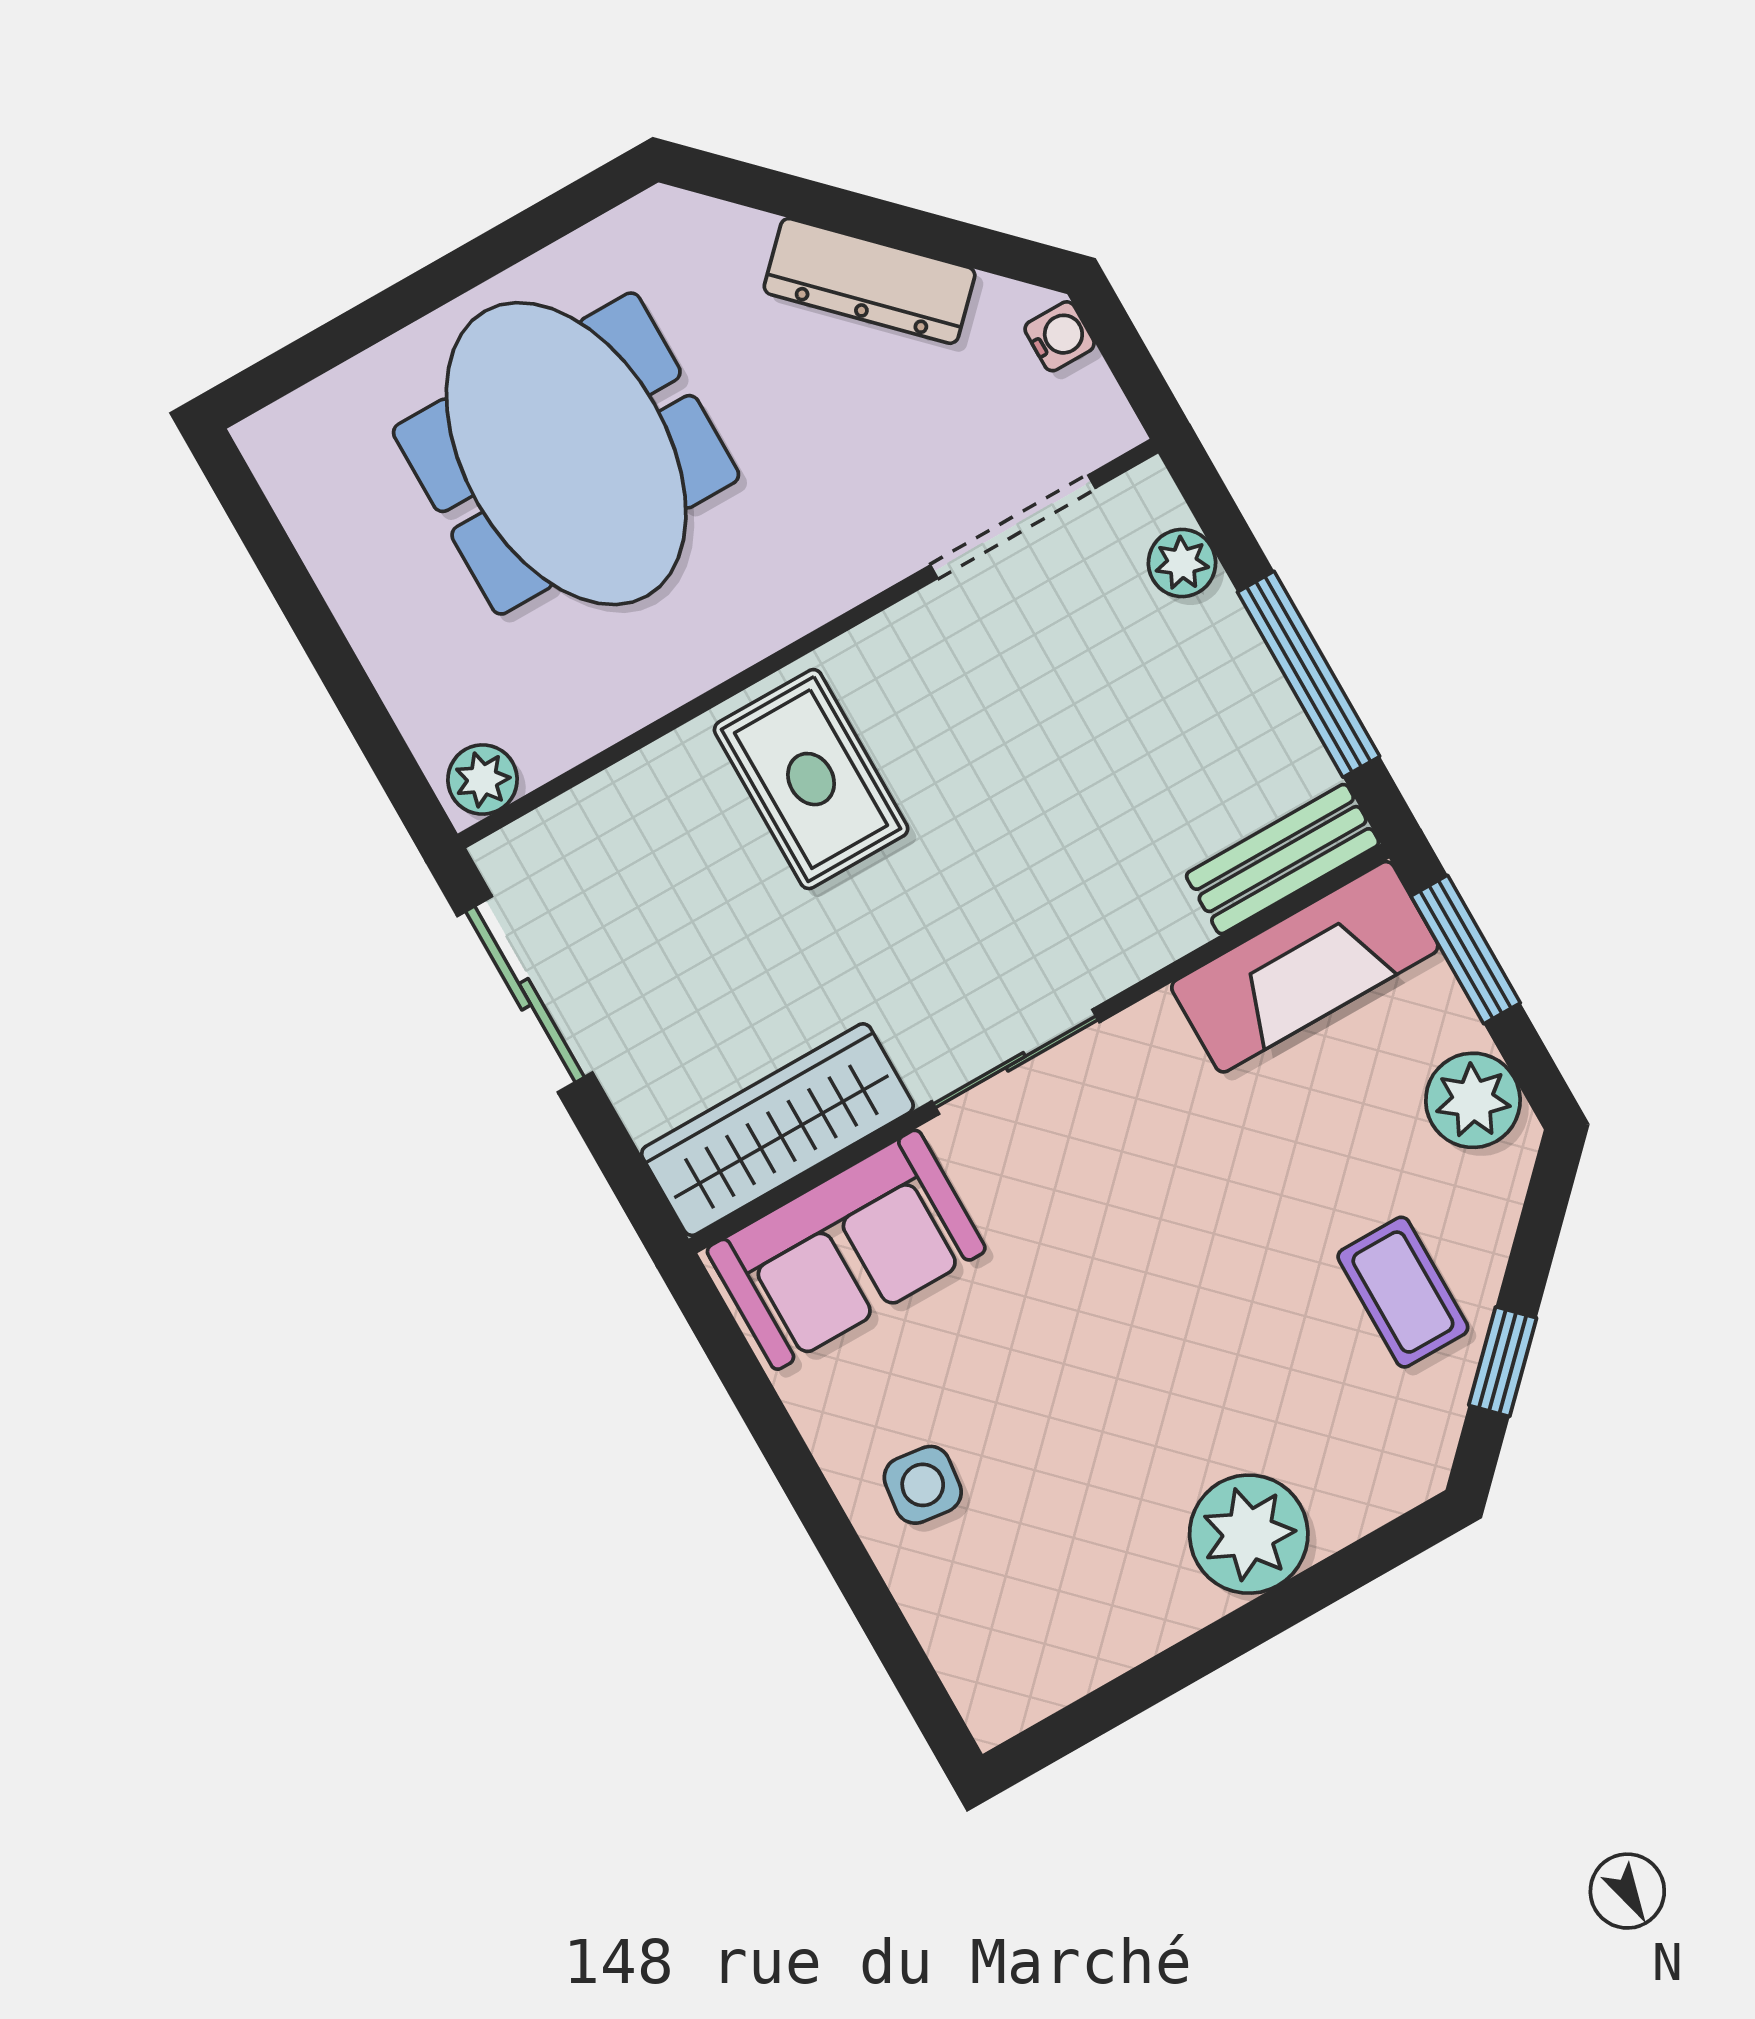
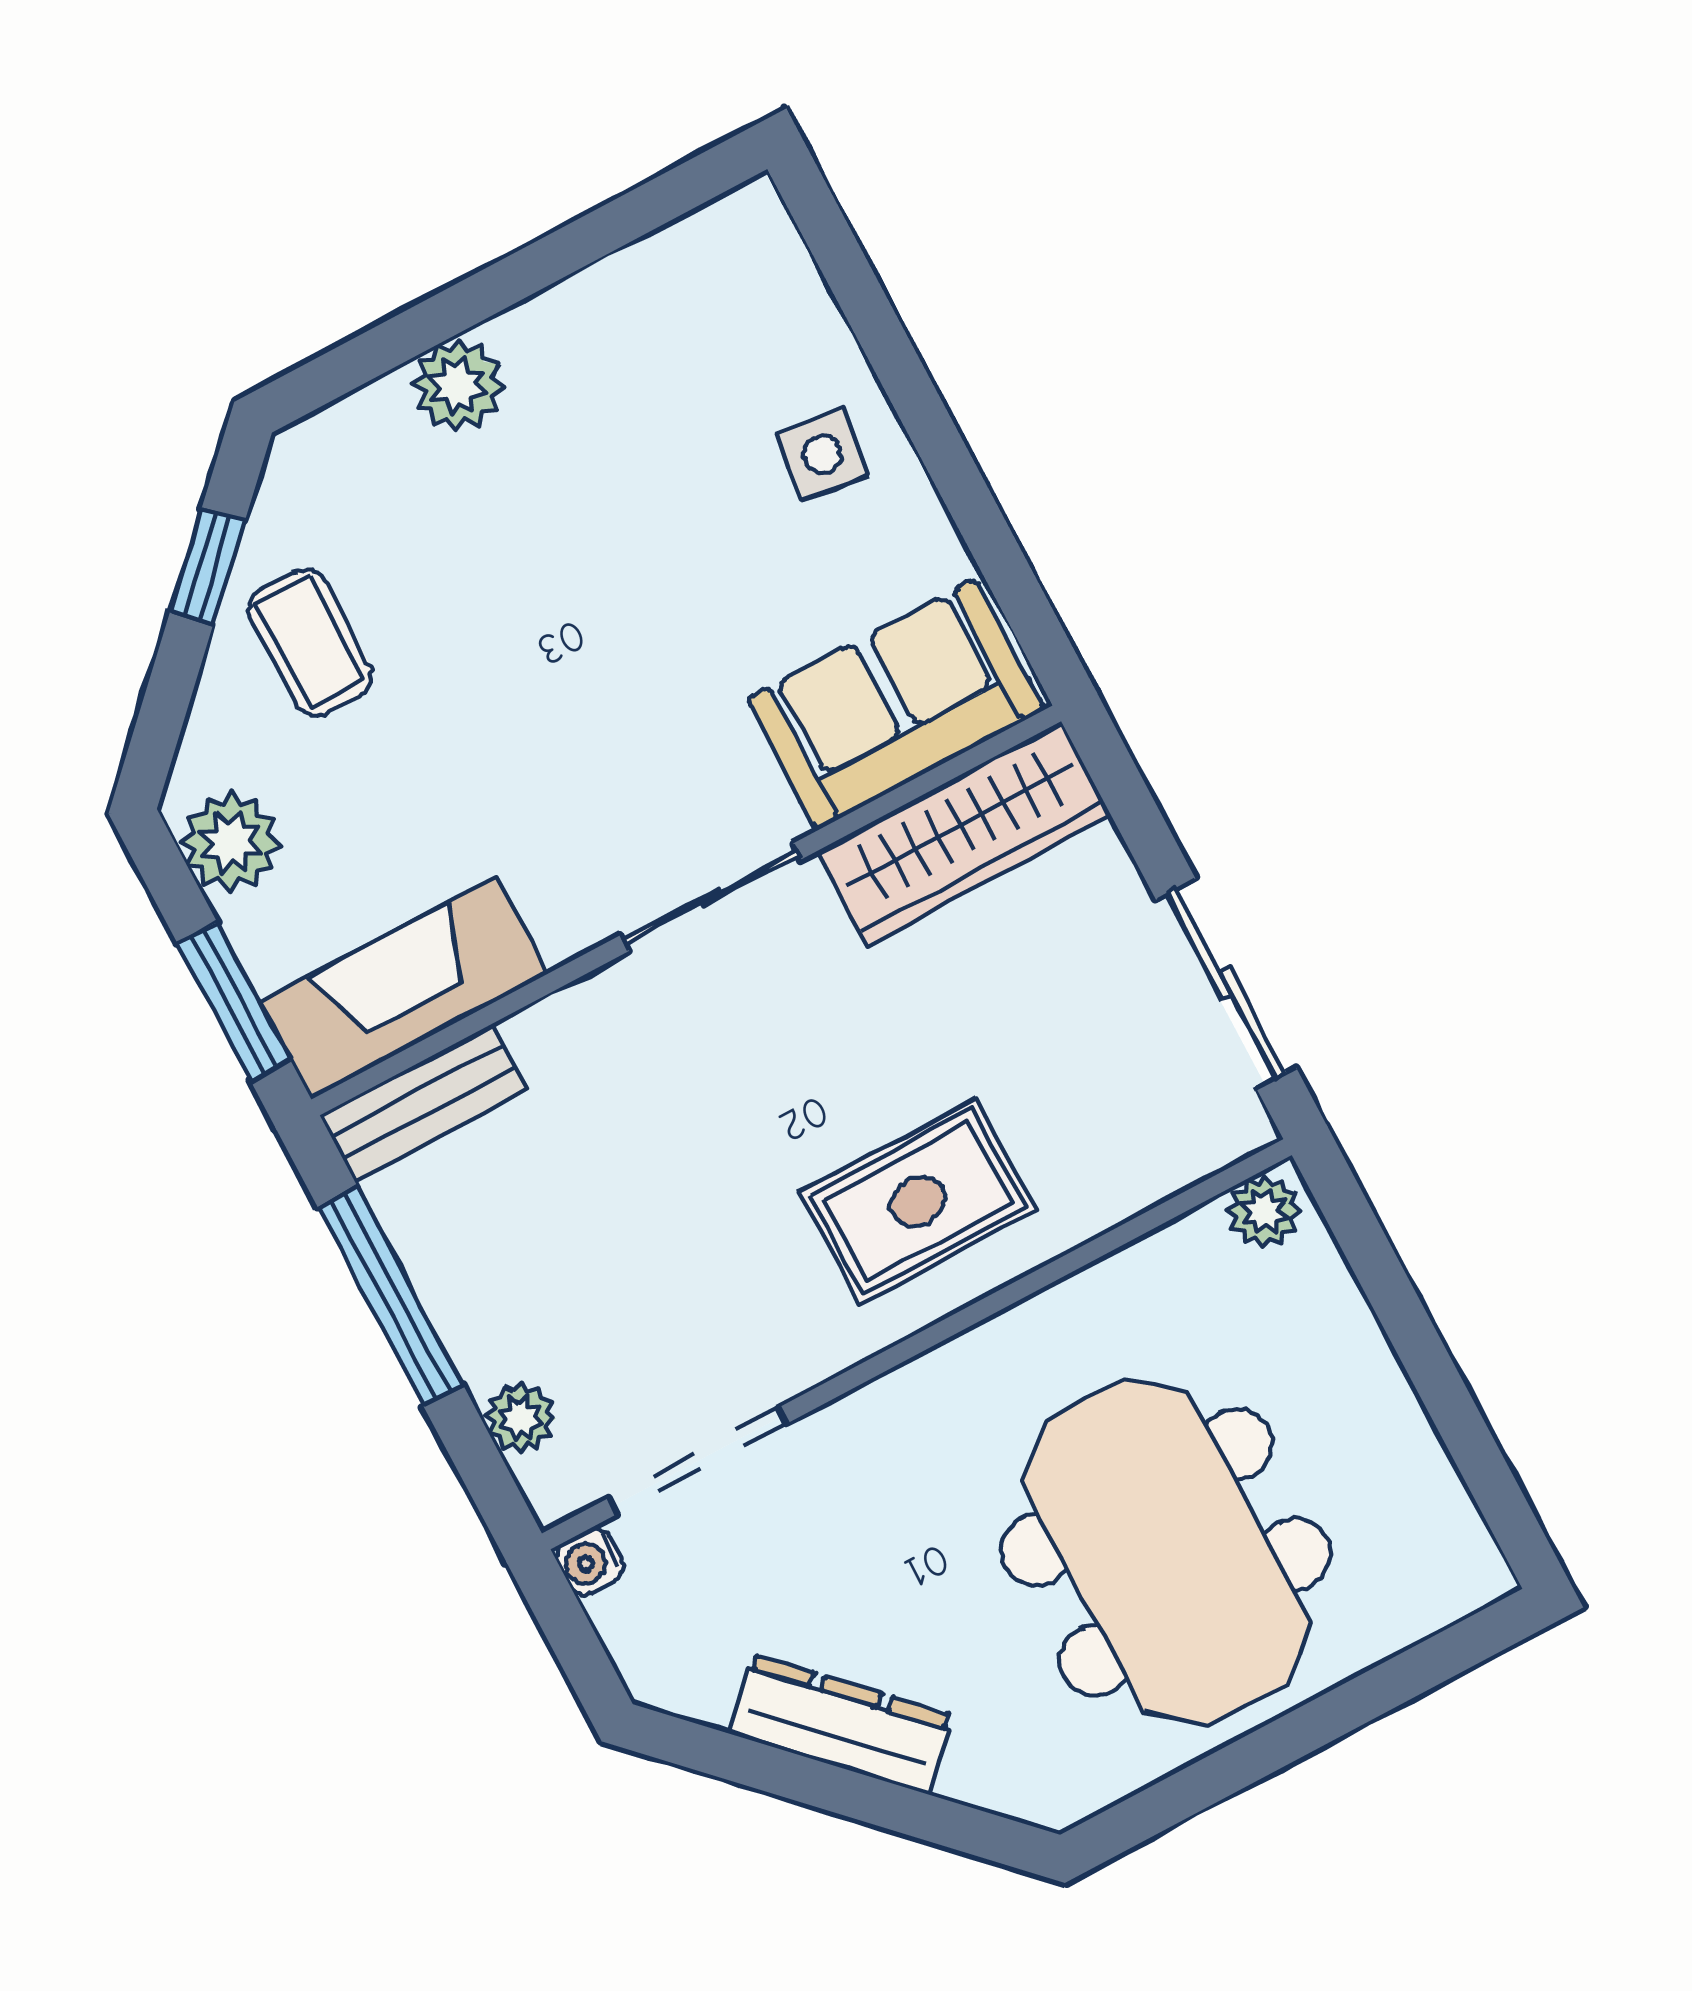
water cooler: (1060, 336) -> (590, 1561), moved
rug: (811, 779) -> (918, 1201), turned 90
plant: (1249, 1534) -> (458, 385), width x0.73, depth x0.73

